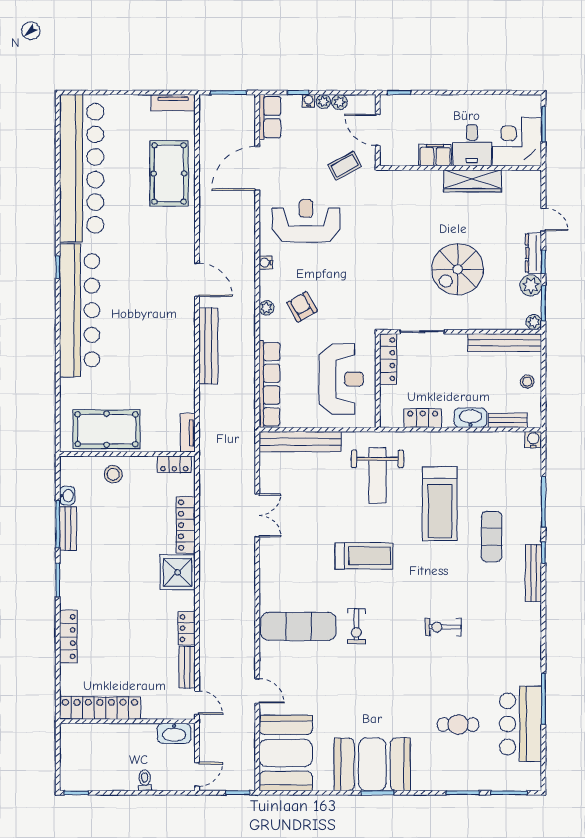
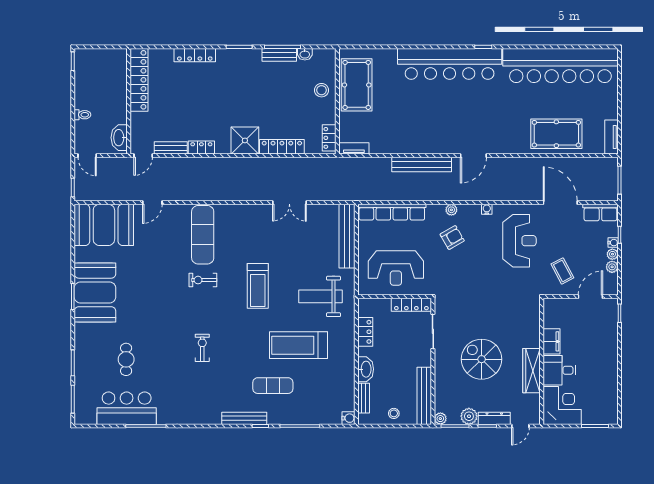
corner desk: (517, 142) -> (562, 405), moved
desk: (472, 145) -> (559, 370), moved
filing cabinet: (435, 155) -> (552, 341), moved
wall: (461, 168) -> (542, 361), moved
wardrobe: (472, 181) -> (532, 371), moved

